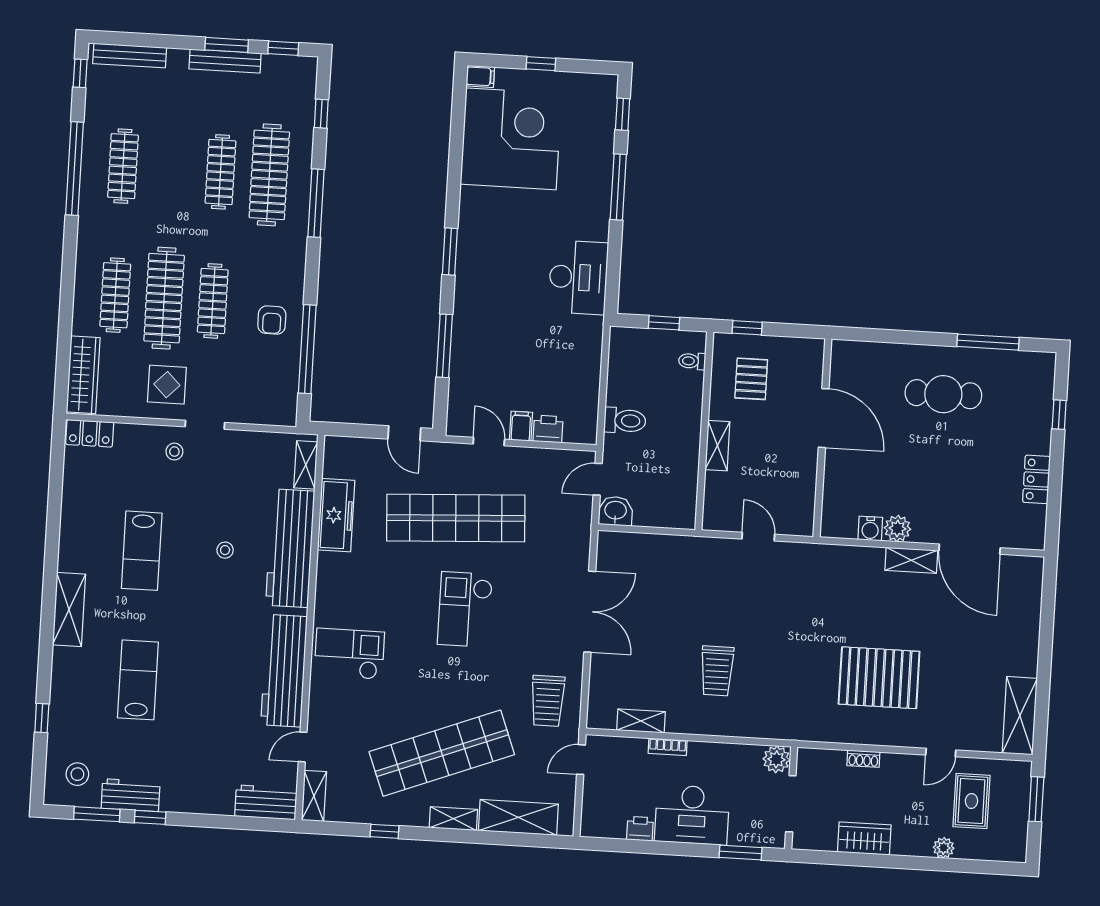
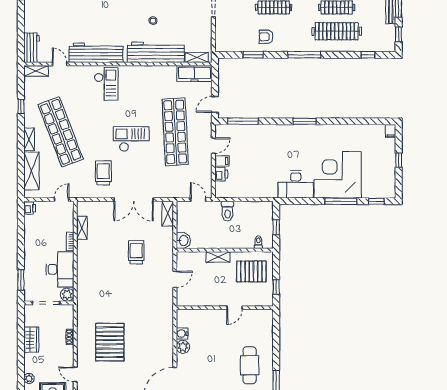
corner desk: (511, 139) -> (338, 175), moved, turned 180
window: (316, 203) -> (304, 55), moved
window: (747, 328) -> (276, 287), moved
window: (444, 346) -> (243, 121), moved
window: (307, 349) -> (253, 55), width x0.47
pallet: (751, 379) -> (251, 271), width x1.50, depth x1.42
door: (824, 418) -> (234, 308), width x0.53
washbasin: (616, 511) -> (183, 240), moved
freezer: (336, 515) -> (194, 74), moved
shelving: (911, 560) -> (168, 214), moved
trolley: (717, 671) -> (136, 252), moved, turned 90
trolley: (548, 701) -> (103, 173), moved, turned 90
door: (581, 760) -> (61, 200), hinge flipped
desk: (692, 815) -> (60, 269), moved, turned 180
printer: (640, 829) -> (30, 208), moved

